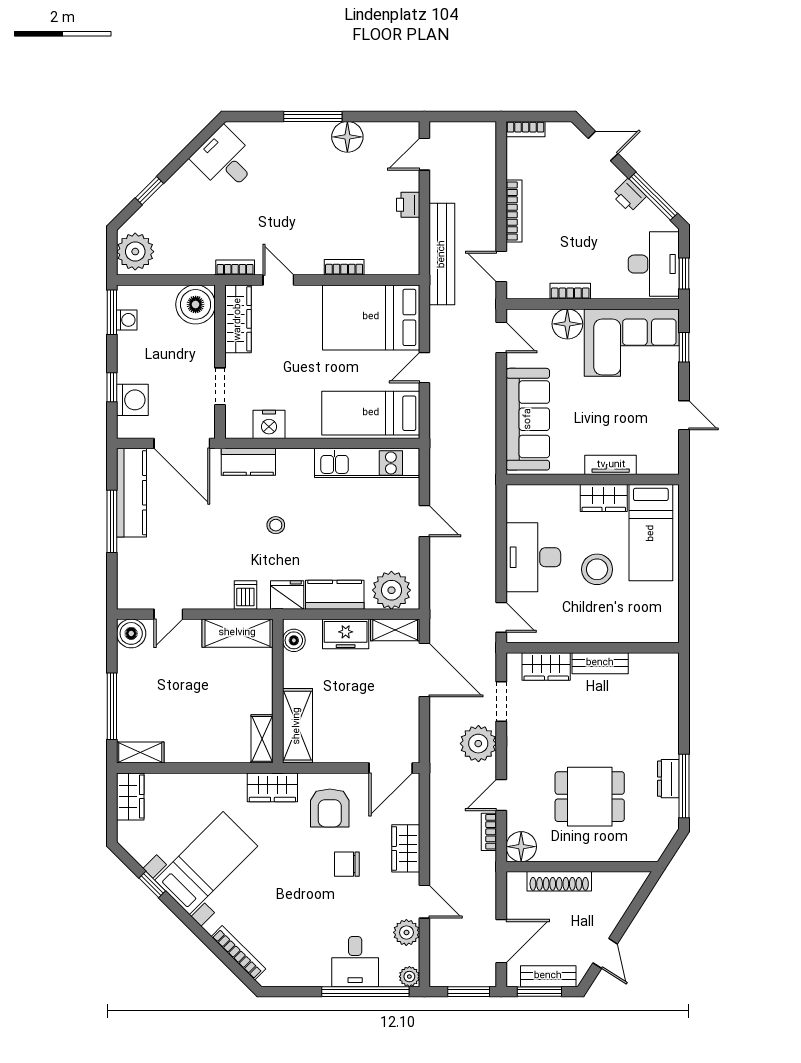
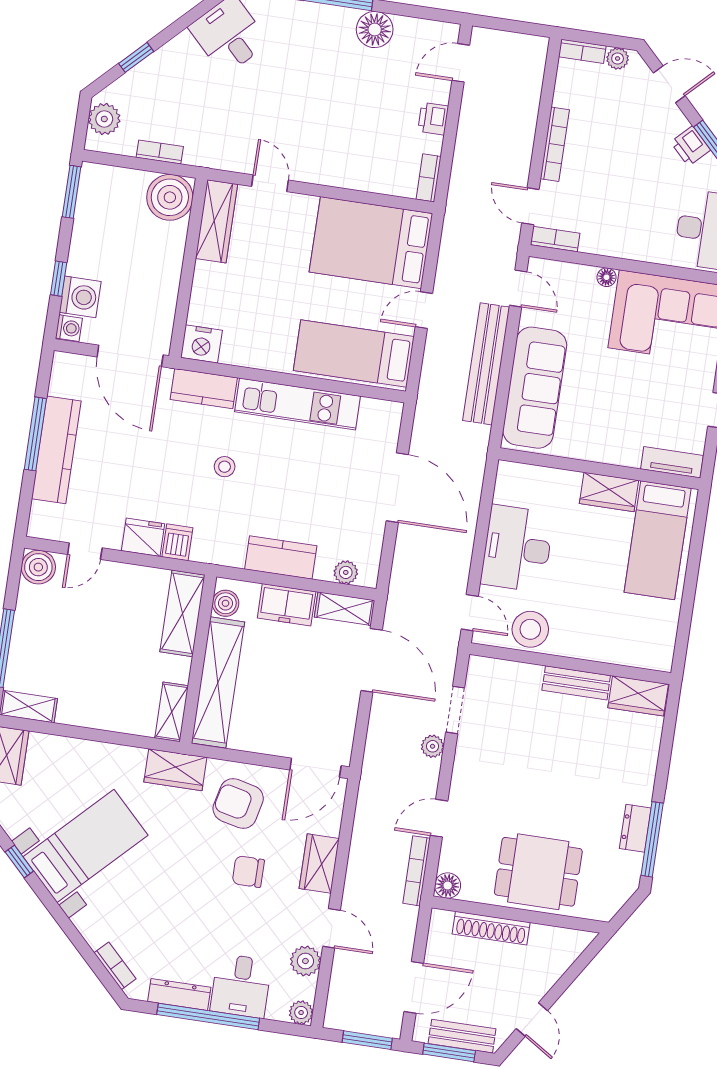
plant: (556, 131) -> (618, 59), added
plant: (135, 252) -> (104, 119), width x0.73, depth x0.73
bench: (442, 254) -> (486, 364), moved
bookcase: (235, 267) -> (160, 152), moved
bookcase: (344, 267) -> (429, 178), moved, turned -90
bookcase: (570, 291) -> (555, 239), moved
washing machine: (127, 320) -> (69, 328), moved
floor lamp: (567, 324) -> (607, 277), width x0.53, depth x0.53
doorway: (220, 386) -> (184, 296), removed
nightstand: (269, 424) -> (201, 344), moved
kitchen unit: (367, 463) -> (297, 404), moved
tv unit: (611, 465) -> (672, 462), moved
kitchen counter: (131, 493) -> (56, 450), moved
door: (424, 521) -> (397, 488), width x1.87
stool: (597, 569) -> (530, 629), moved
plant: (391, 590) -> (346, 572), width x0.53, depth x0.53
fridge: (287, 595) -> (143, 537), moved
shelving: (237, 633) -> (182, 613), moved, turned 90
wardrobe: (546, 667) -> (638, 696), moved
shelving: (297, 726) -> (218, 682), width x1.47
plant: (478, 744) -> (433, 746), width x0.53, depth x0.53
dining table: (590, 797) -> (538, 872), moved
armchair: (330, 808) -> (238, 804), turned 103
bookcase: (489, 832) -> (417, 871), width x1.56
floor lamp: (521, 847) -> (448, 886), width x0.73, depth x0.73
bookcase: (238, 953) -> (115, 966), width x0.64
dresser: (304, 977) -> (179, 994), added
window: (365, 992) -> (208, 1016), moved

